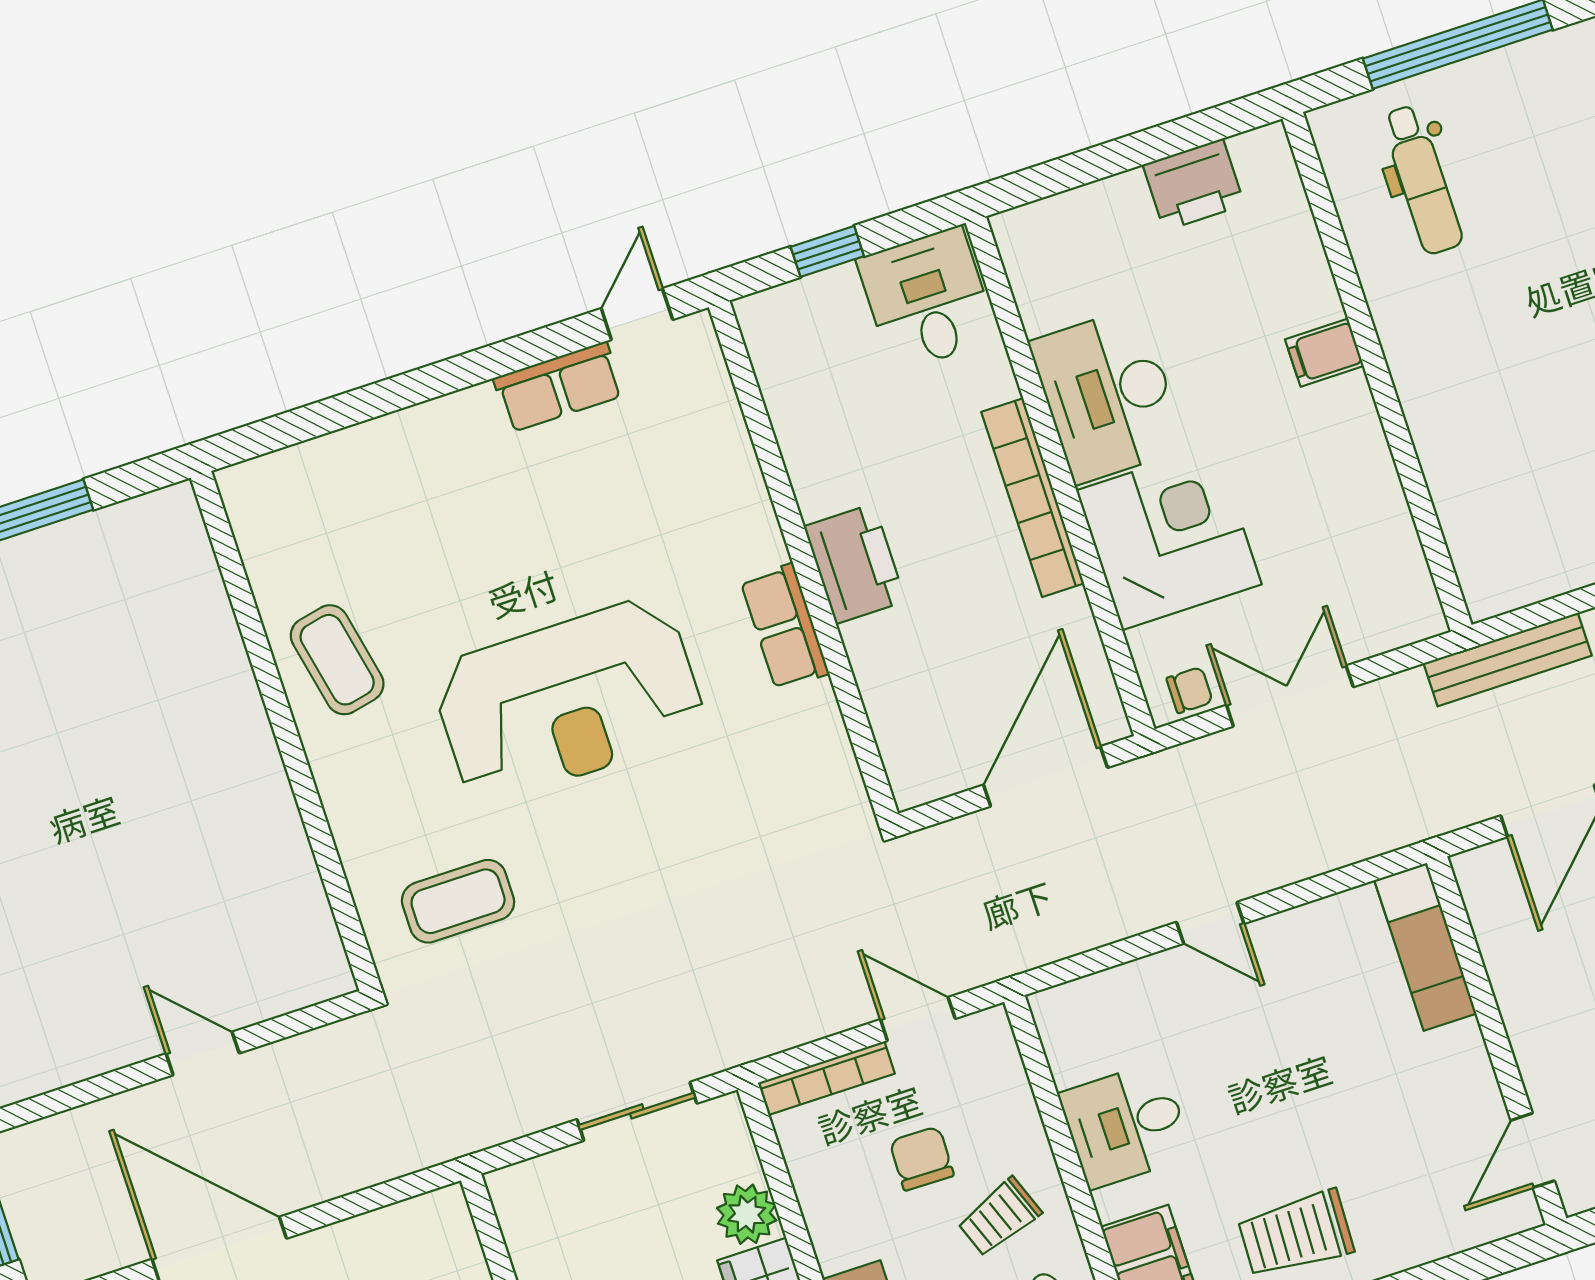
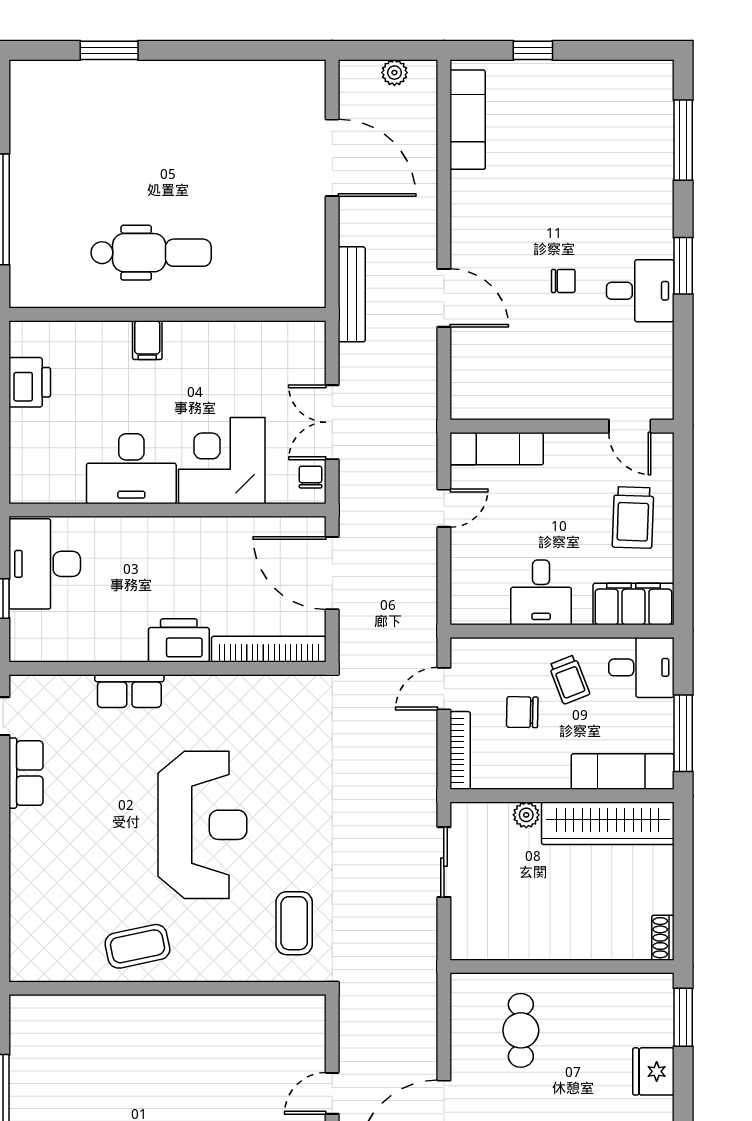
dental chair: (1422, 180) -> (151, 253), moved, width x1.36, depth x1.38
desk: (927, 299) -> (45, 564), width x1.37
bookcase: (1033, 498) -> (269, 649), moved, turned 180
row of seats: (785, 627) -> (129, 691), moved
exam couch: (1425, 947) -> (497, 449), moved
wall: (1497, 1041) -> (562, 426), moved
door: (1533, 1150) -> (630, 426), moved
plant: (747, 1214) -> (526, 815), width x0.73, depth x0.73

